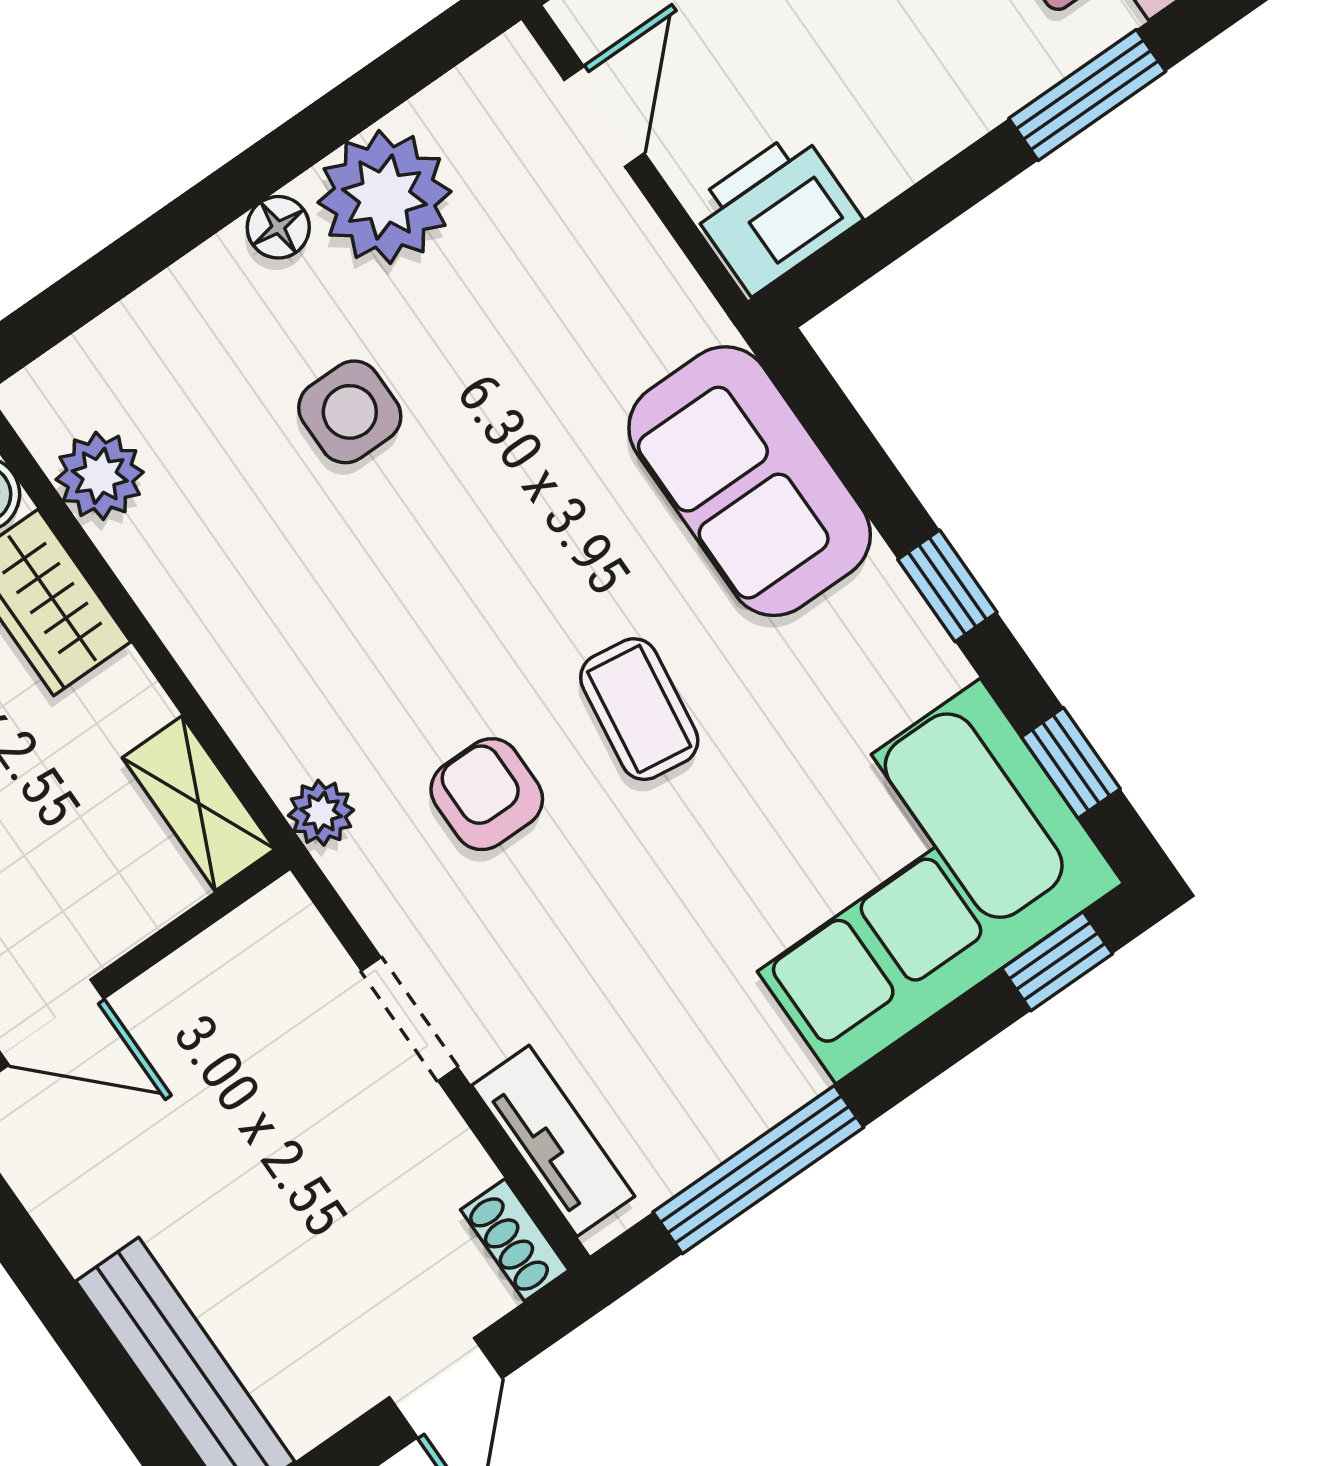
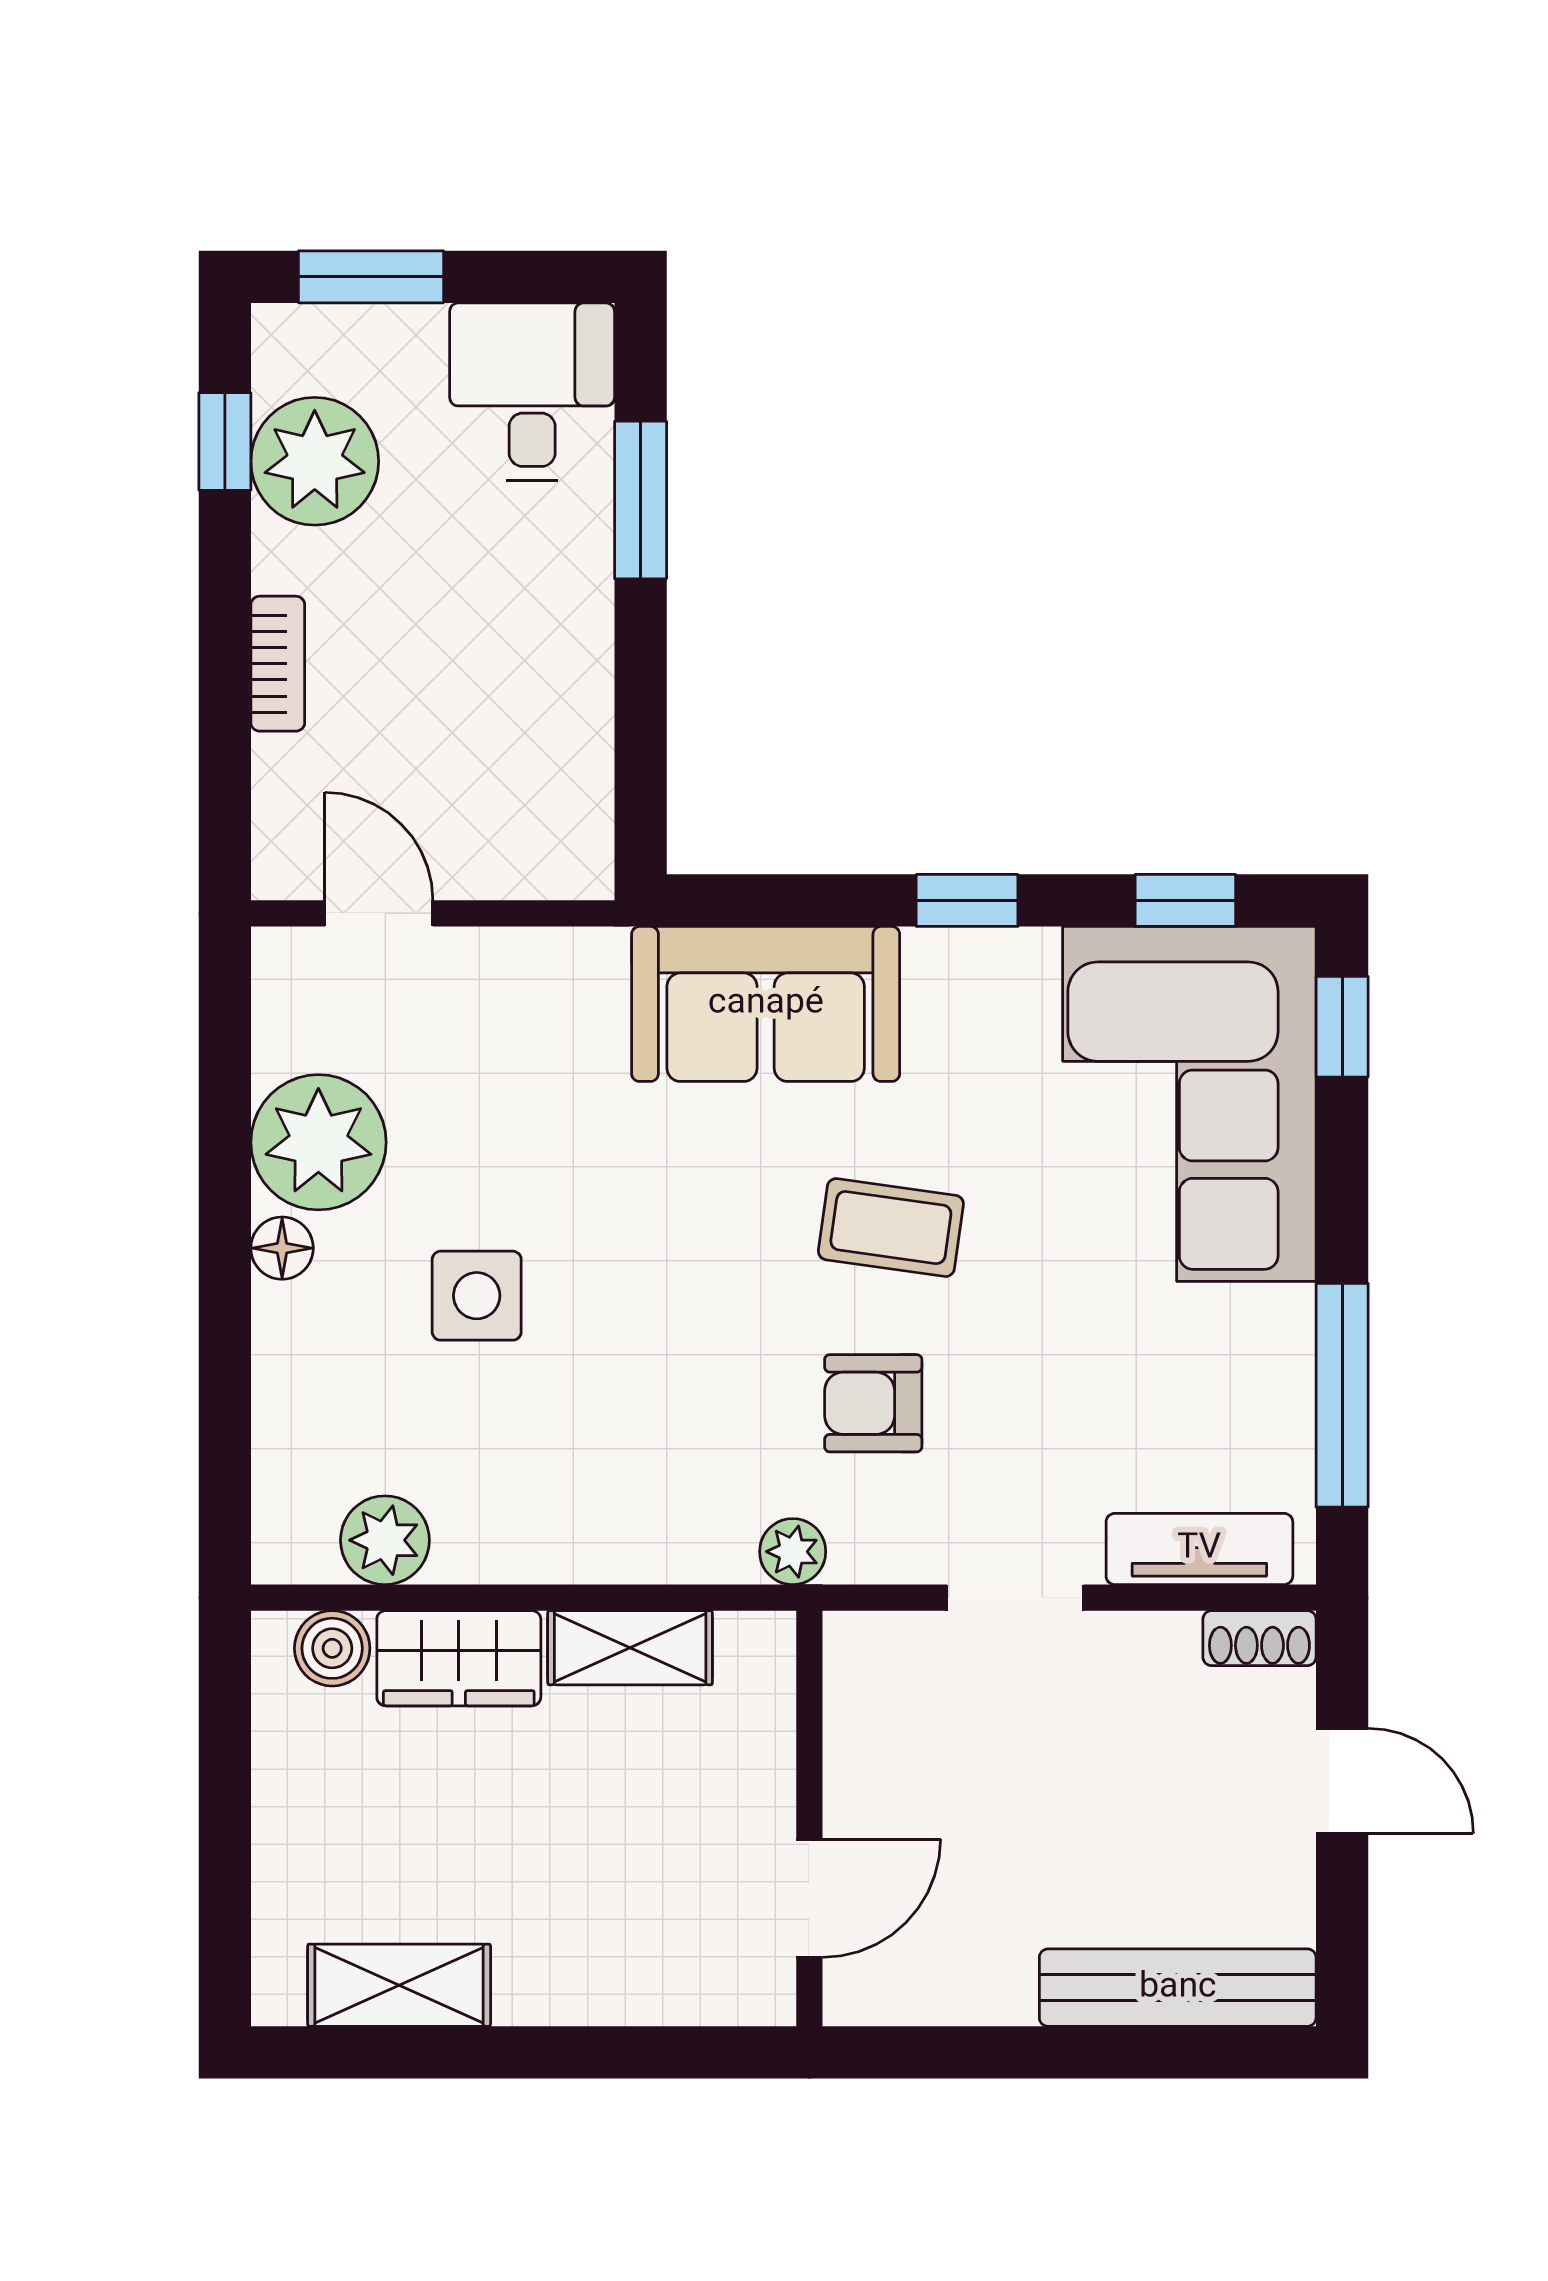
printer: (775, 212) -> (557, 827), removed
shelving: (199, 803) -> (630, 1648), moved

